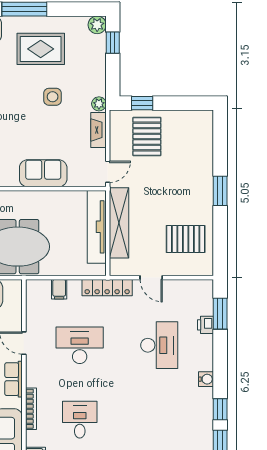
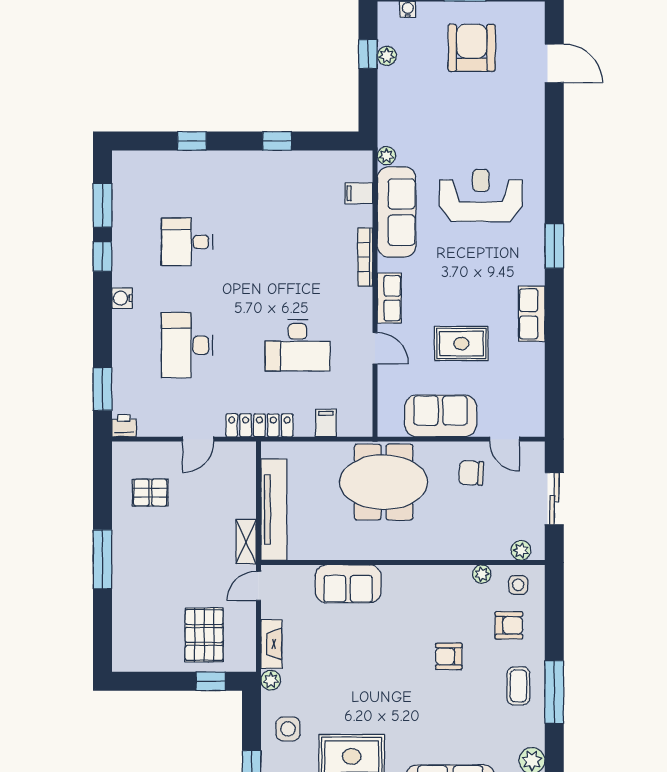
side table: (53, 97) -> (288, 729), moved
window: (220, 191) -> (103, 559), width x1.44
shelving: (119, 223) -> (246, 542), width x0.45, depth x0.75
pallet: (186, 239) -> (150, 493), width x0.67, depth x0.71
door: (151, 278) -> (198, 439), swing flipped
printer: (205, 325) -> (124, 426), moved, turned -90
desk: (80, 420) -> (187, 242), moved, turned 90

